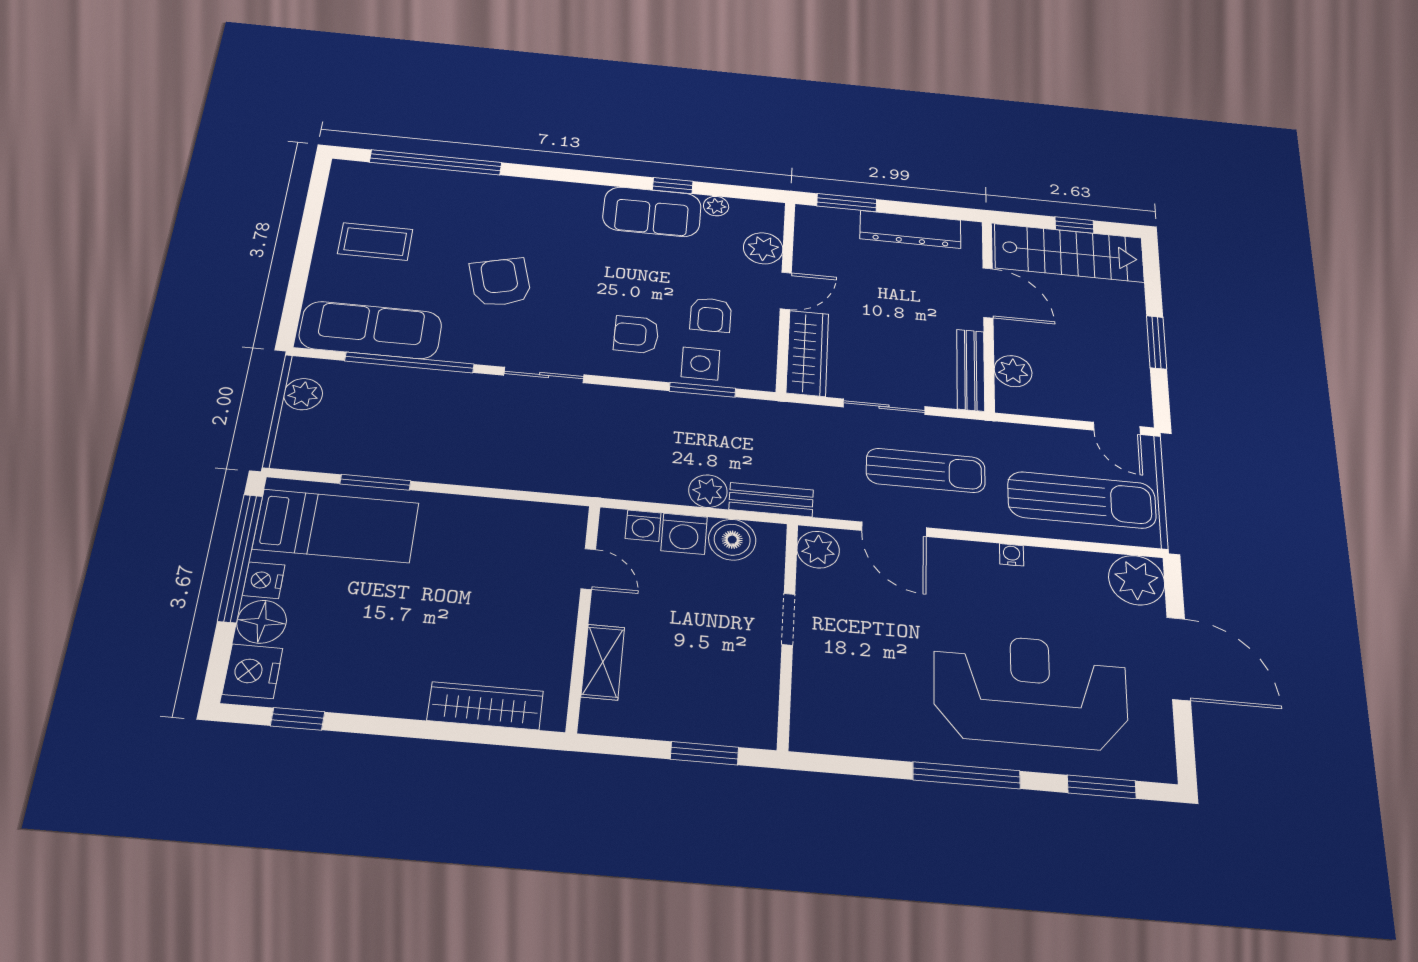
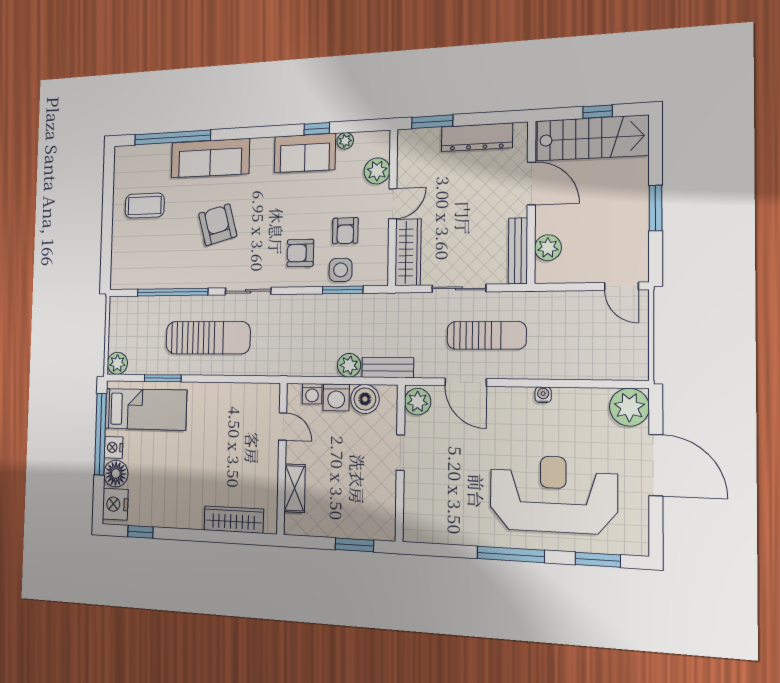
sofa: (371, 330) -> (210, 158), moved, turned 180
plant: (303, 394) -> (117, 363), moved
sun lounger: (1082, 500) -> (208, 338), moved

